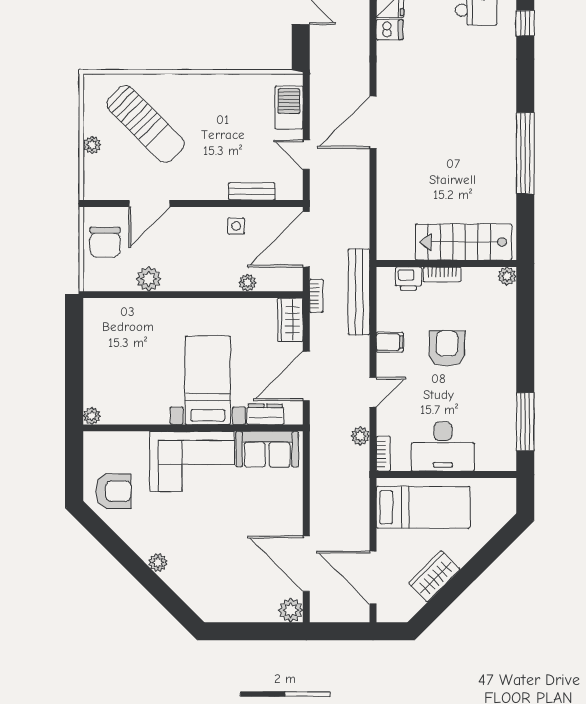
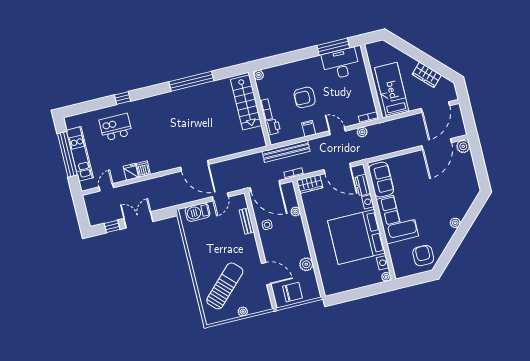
bed with nightstands: (208, 380) -> (356, 237), width x1.85
desk: (443, 447) -> (341, 64), moved, turned -90

